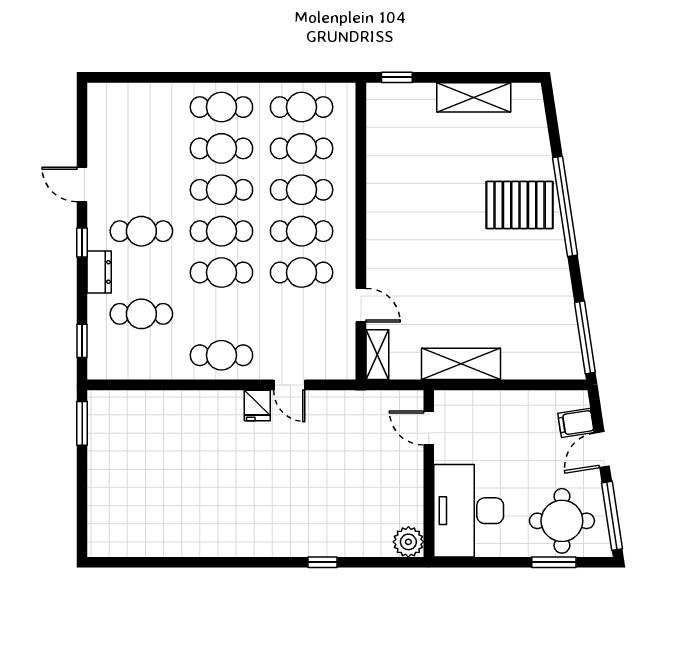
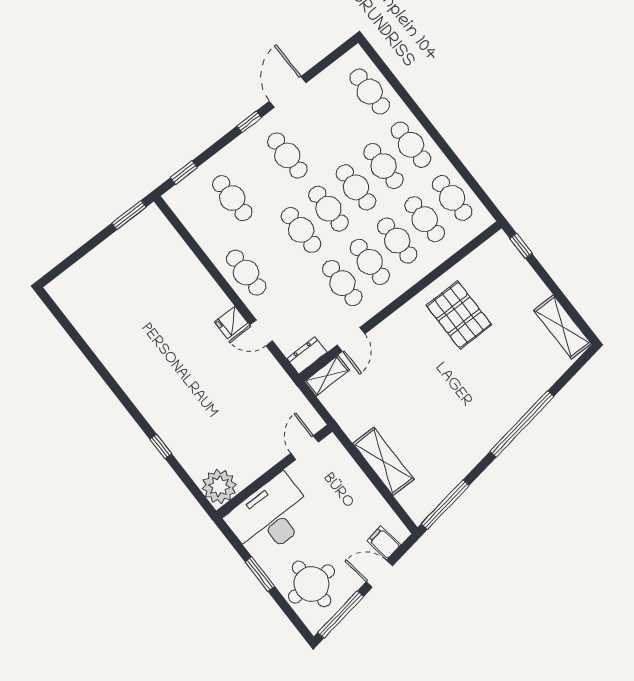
shelving: (474, 97) -> (563, 327), moved
cafe table: (141, 107) -> (370, 92), added
door: (82, 184) -> (288, 92), width x1.38
pallet: (520, 205) -> (459, 315), moved
dresser: (99, 272) -> (307, 355), moved, turned 180
shelving: (461, 364) -> (383, 461), moved
door: (289, 385) -> (261, 333), hinge flipped
plant: (408, 542) -> (219, 486), width x1.36, depth x1.36
window: (554, 562) -> (260, 574), moved

